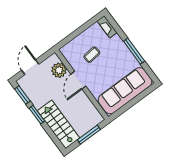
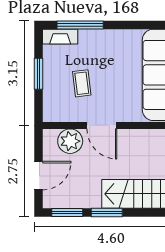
window: (81, 30) -> (39, 74), added
window: (134, 51) -> (80, 25), moved
door: (30, 67) -> (39, 176), swing flipped

